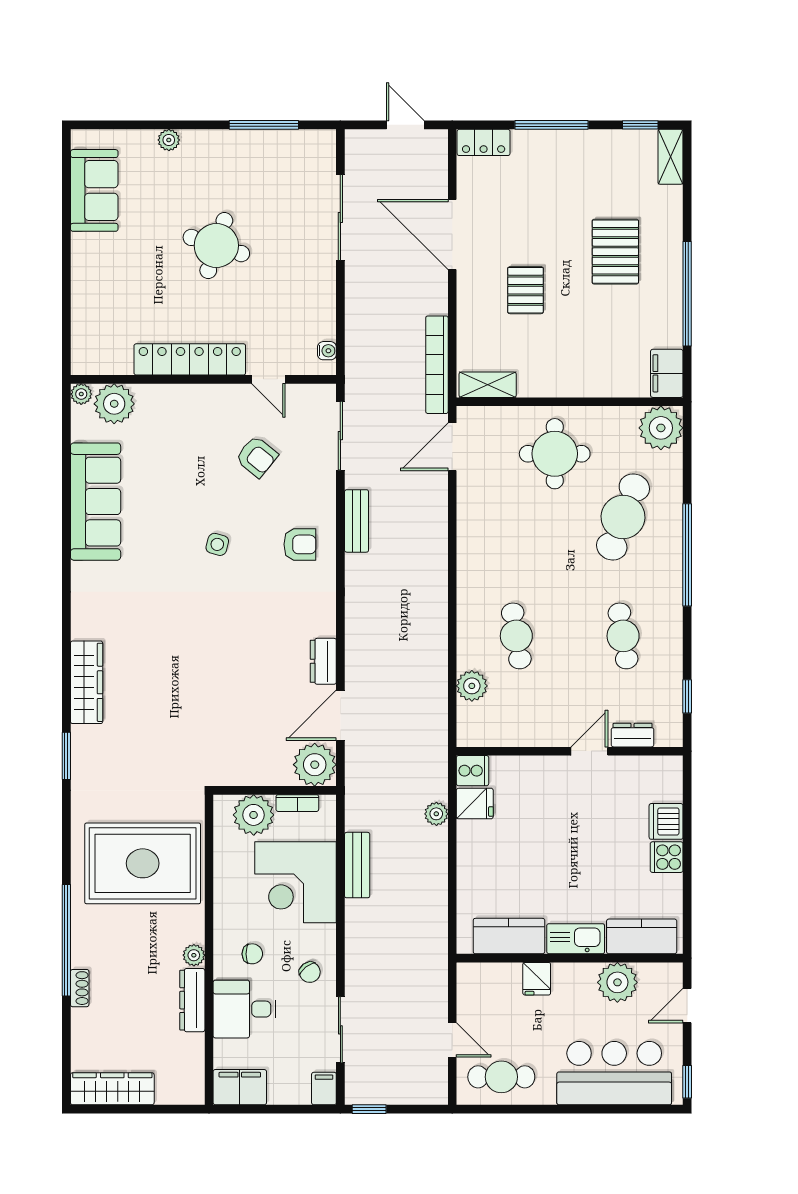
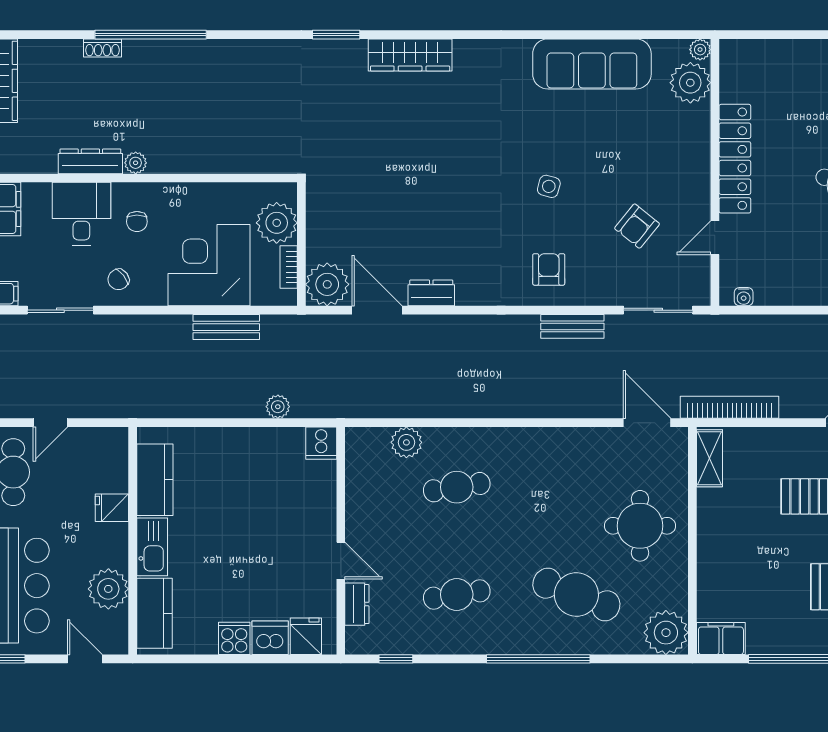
armchair: (300, 544) -> (549, 269), turned 180
fridge: (475, 804) -> (306, 636), moved, turned 180
rug: (143, 863) -> (228, 111), removed

